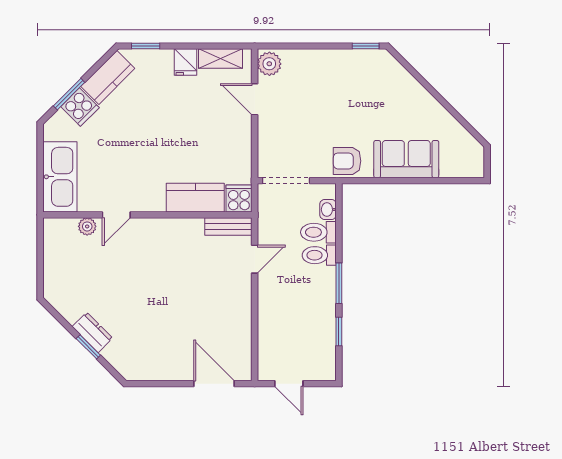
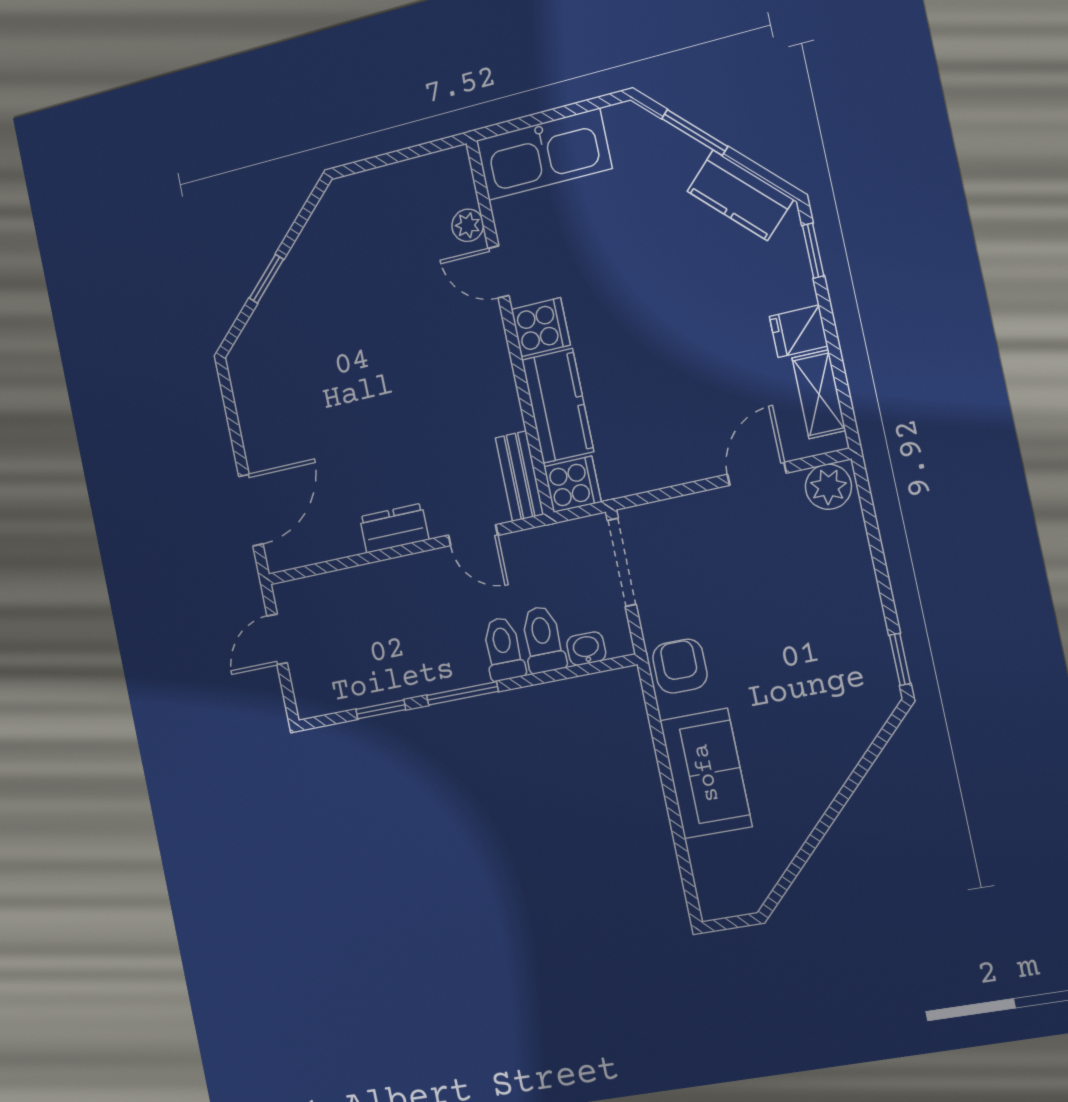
cooker: (80, 107) -> (541, 327), moved, turned -135
dresser: (92, 332) -> (394, 528), moved, turned -135

